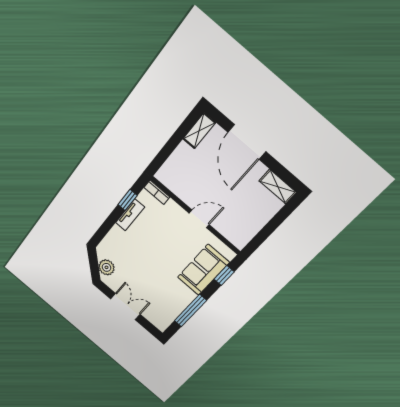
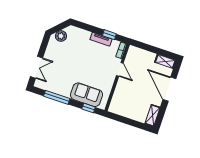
door: (247, 142) -> (169, 89), hinge flipped
door: (199, 219) -> (120, 69), moved
double door: (125, 307) -> (37, 67), moved

